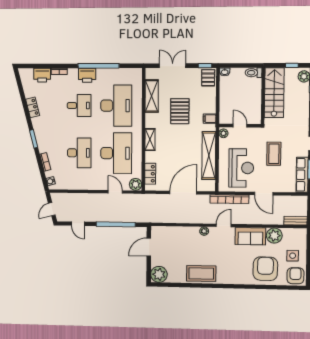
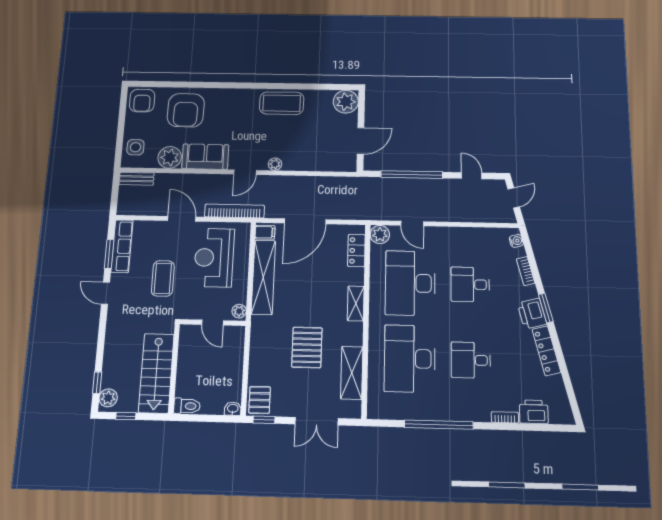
printer: (87, 75) -> (532, 314), moved, turned -104
locker: (33, 107) -> (546, 351), width x1.53
filing cabinet: (210, 119) -> (265, 232), moved
desk: (79, 153) -> (470, 284), width x0.73
side table: (293, 256) -> (135, 147), moved

